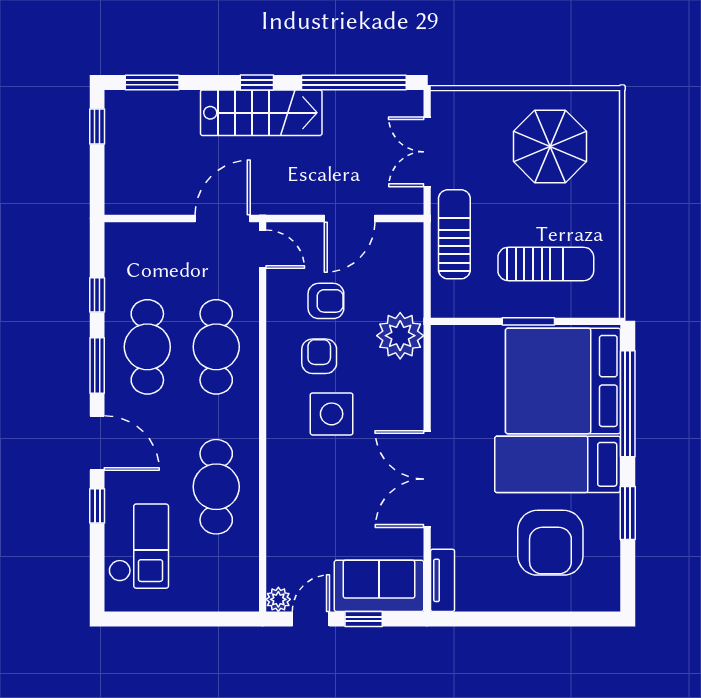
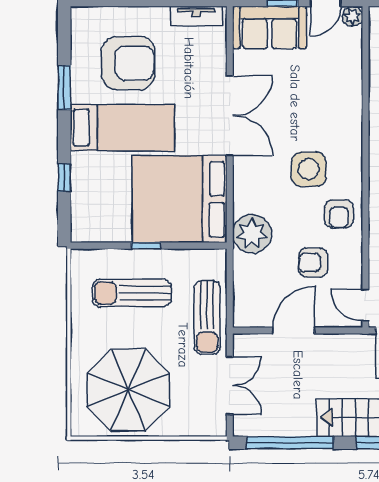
parasol: (550, 146) -> (128, 390), width x1.36, depth x1.36
window: (528, 321) -> (146, 246), width x0.67
armchair: (319, 356) -> (339, 214), moved
bed: (563, 381) -> (180, 199), moved, turned 180
window: (628, 404) -> (64, 178), width x0.32
armchair: (550, 543) -> (128, 63), turned 90
tv unit: (443, 580) -> (196, 16), moved, turned -90

